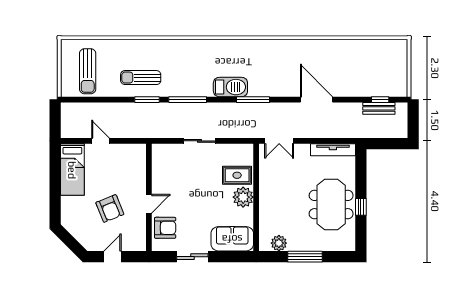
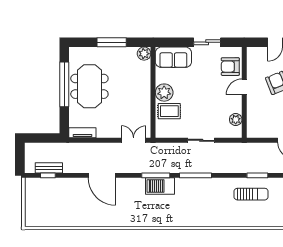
barbecue: (230, 87) -> (160, 186), moved
window: (147, 100) -> (257, 175), moved
window: (188, 100) -> (195, 175), moved
tv unit: (333, 150) -> (82, 133), width x0.71
plant: (159, 165) -> (236, 120), added
window: (361, 207) -> (64, 84), width x3.17
plant: (279, 243) -> (144, 54), moved

